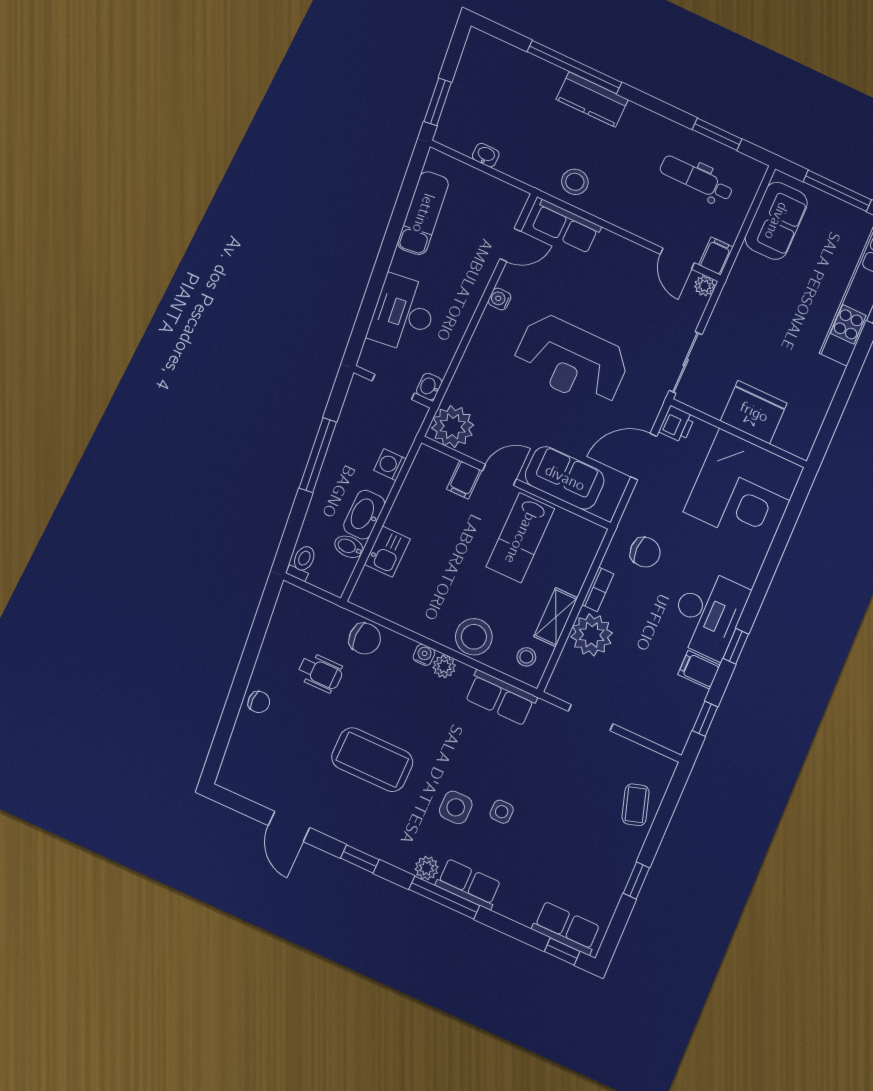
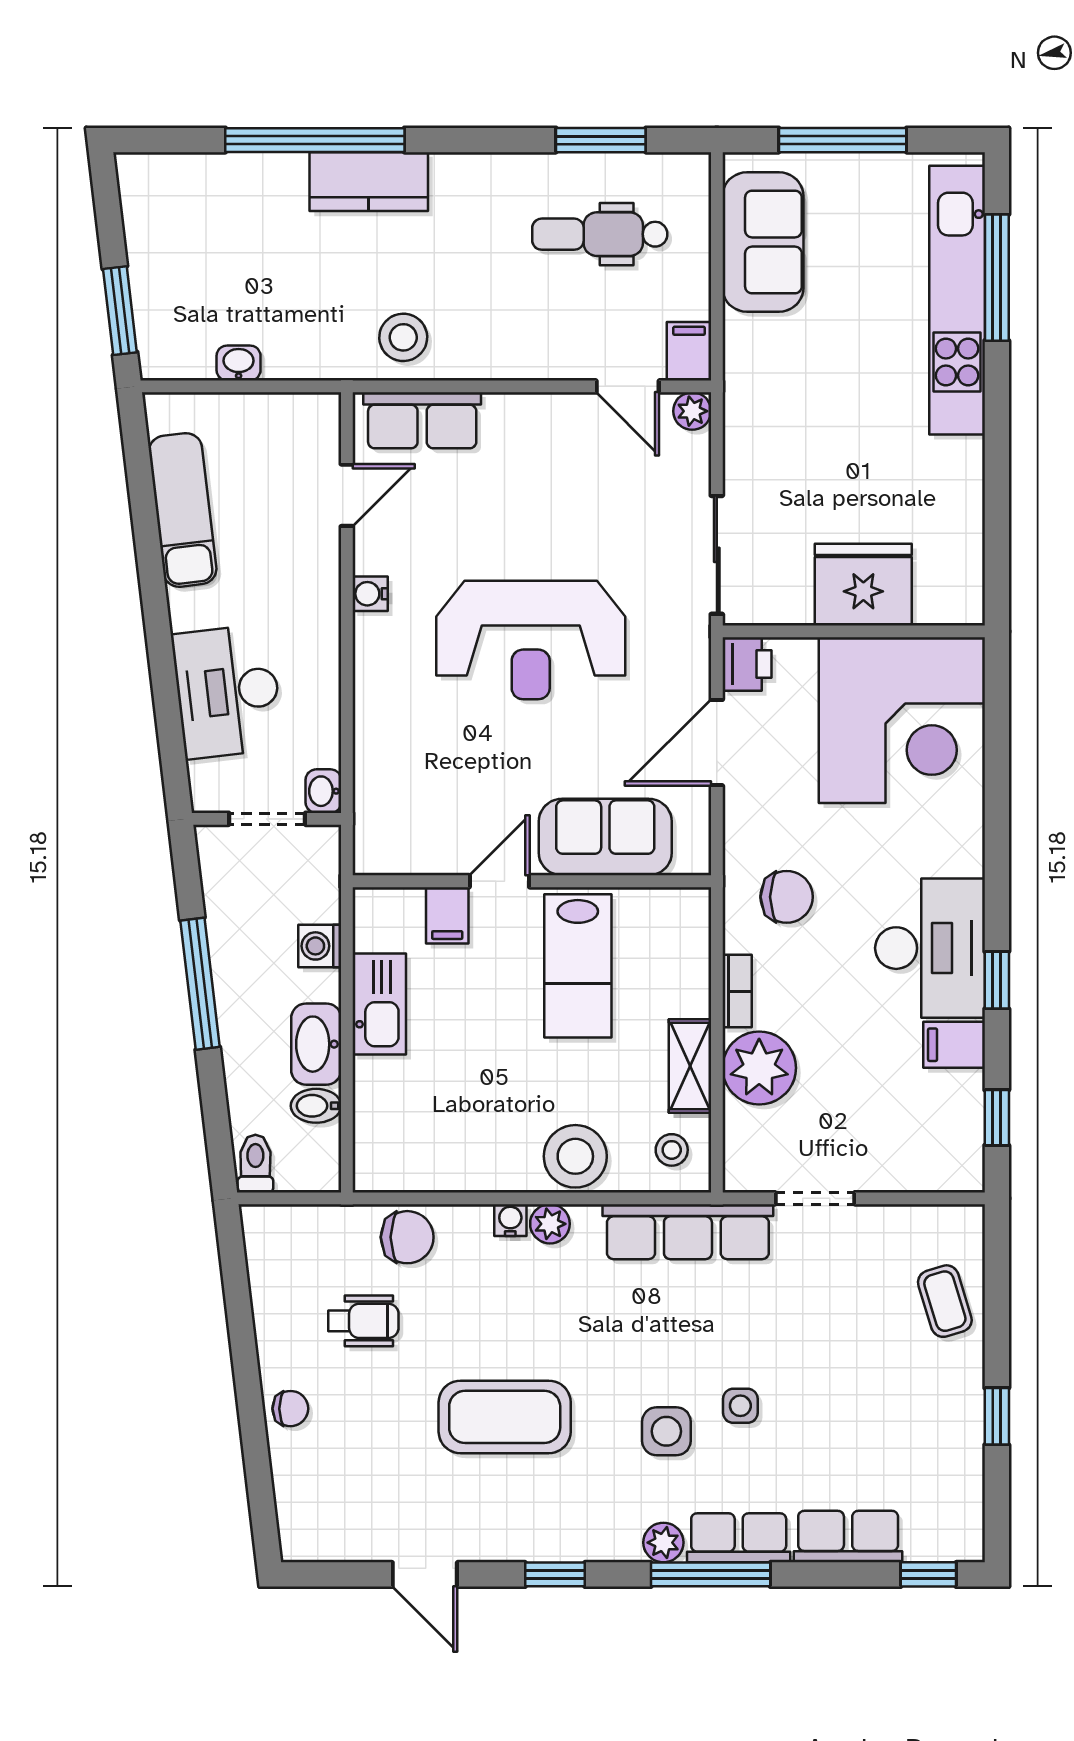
plant: (453, 426) -> (390, 838), removed
kitchen sink: (387, 552) -> (379, 1004), moved, width x1.38
row of seats: (501, 698) -> (688, 1232), width x1.48
row of seats: (566, 928) -> (848, 1537), moved

